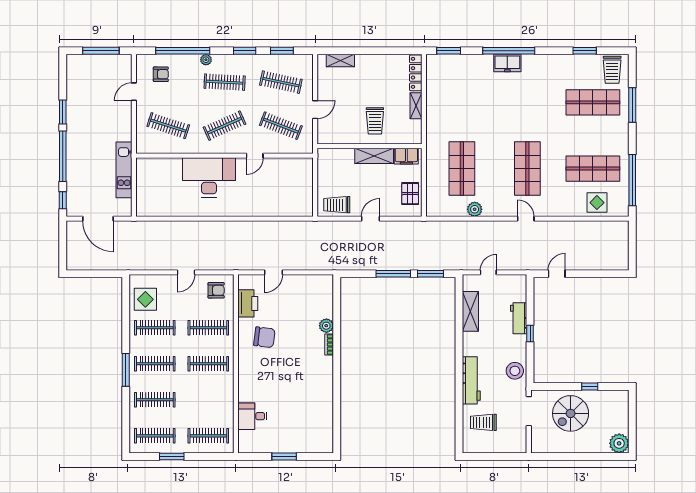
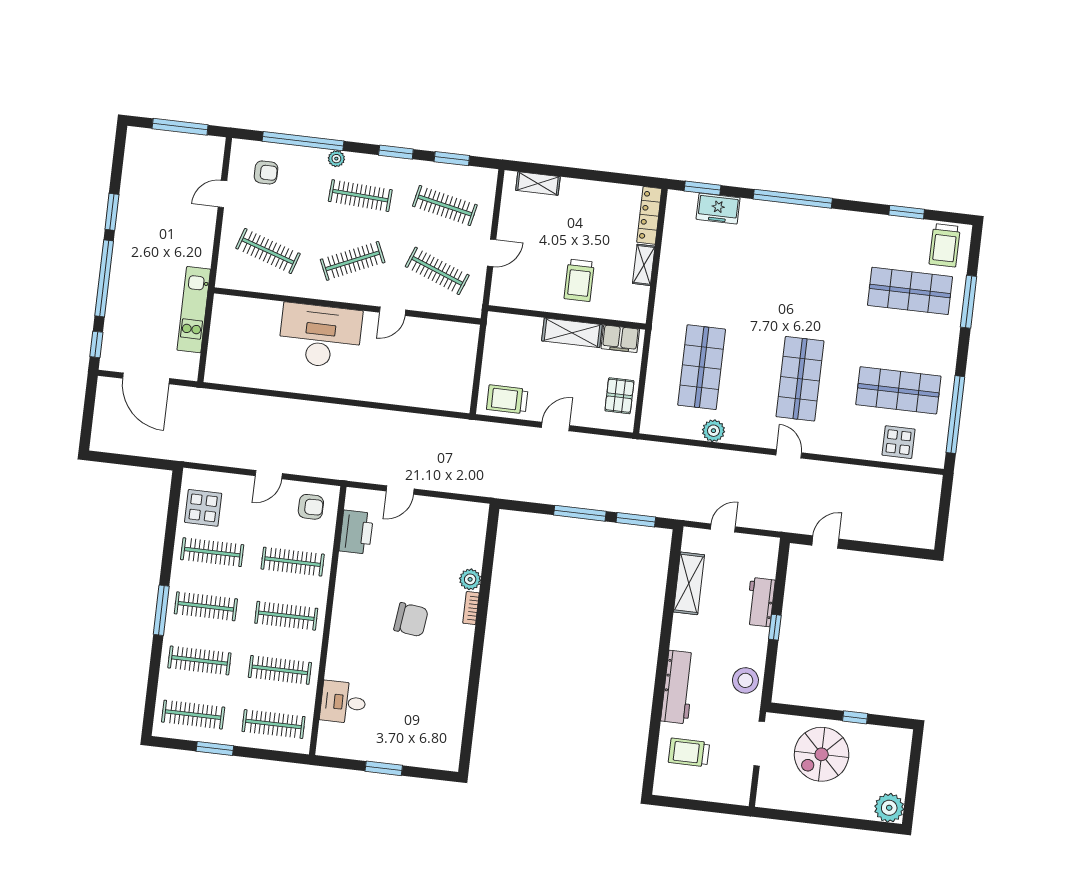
freezer: (507, 63) -> (718, 209), moved
chair: (264, 337) -> (411, 620), moved
clothes rail: (208, 400) -> (280, 670), added

